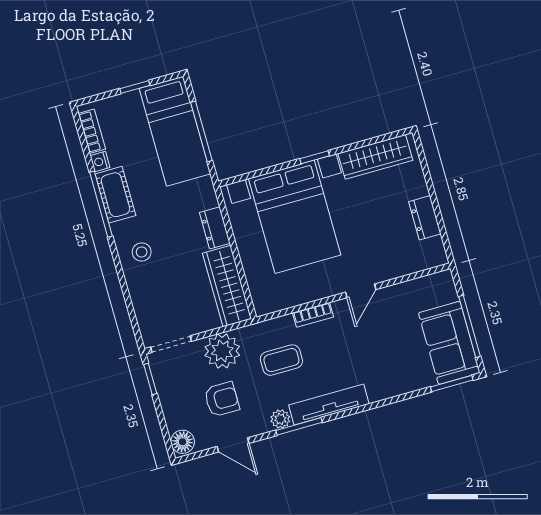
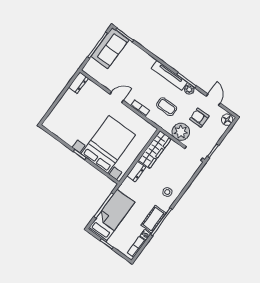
wardrobe: (375, 157) -> (61, 132), removed
dresser: (425, 218) -> (78, 83), moved

